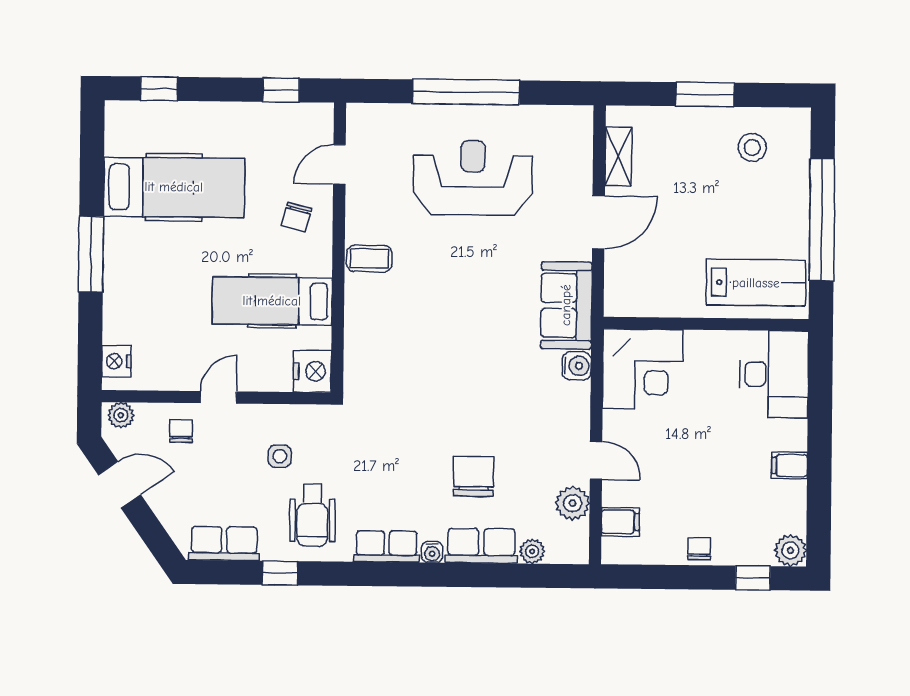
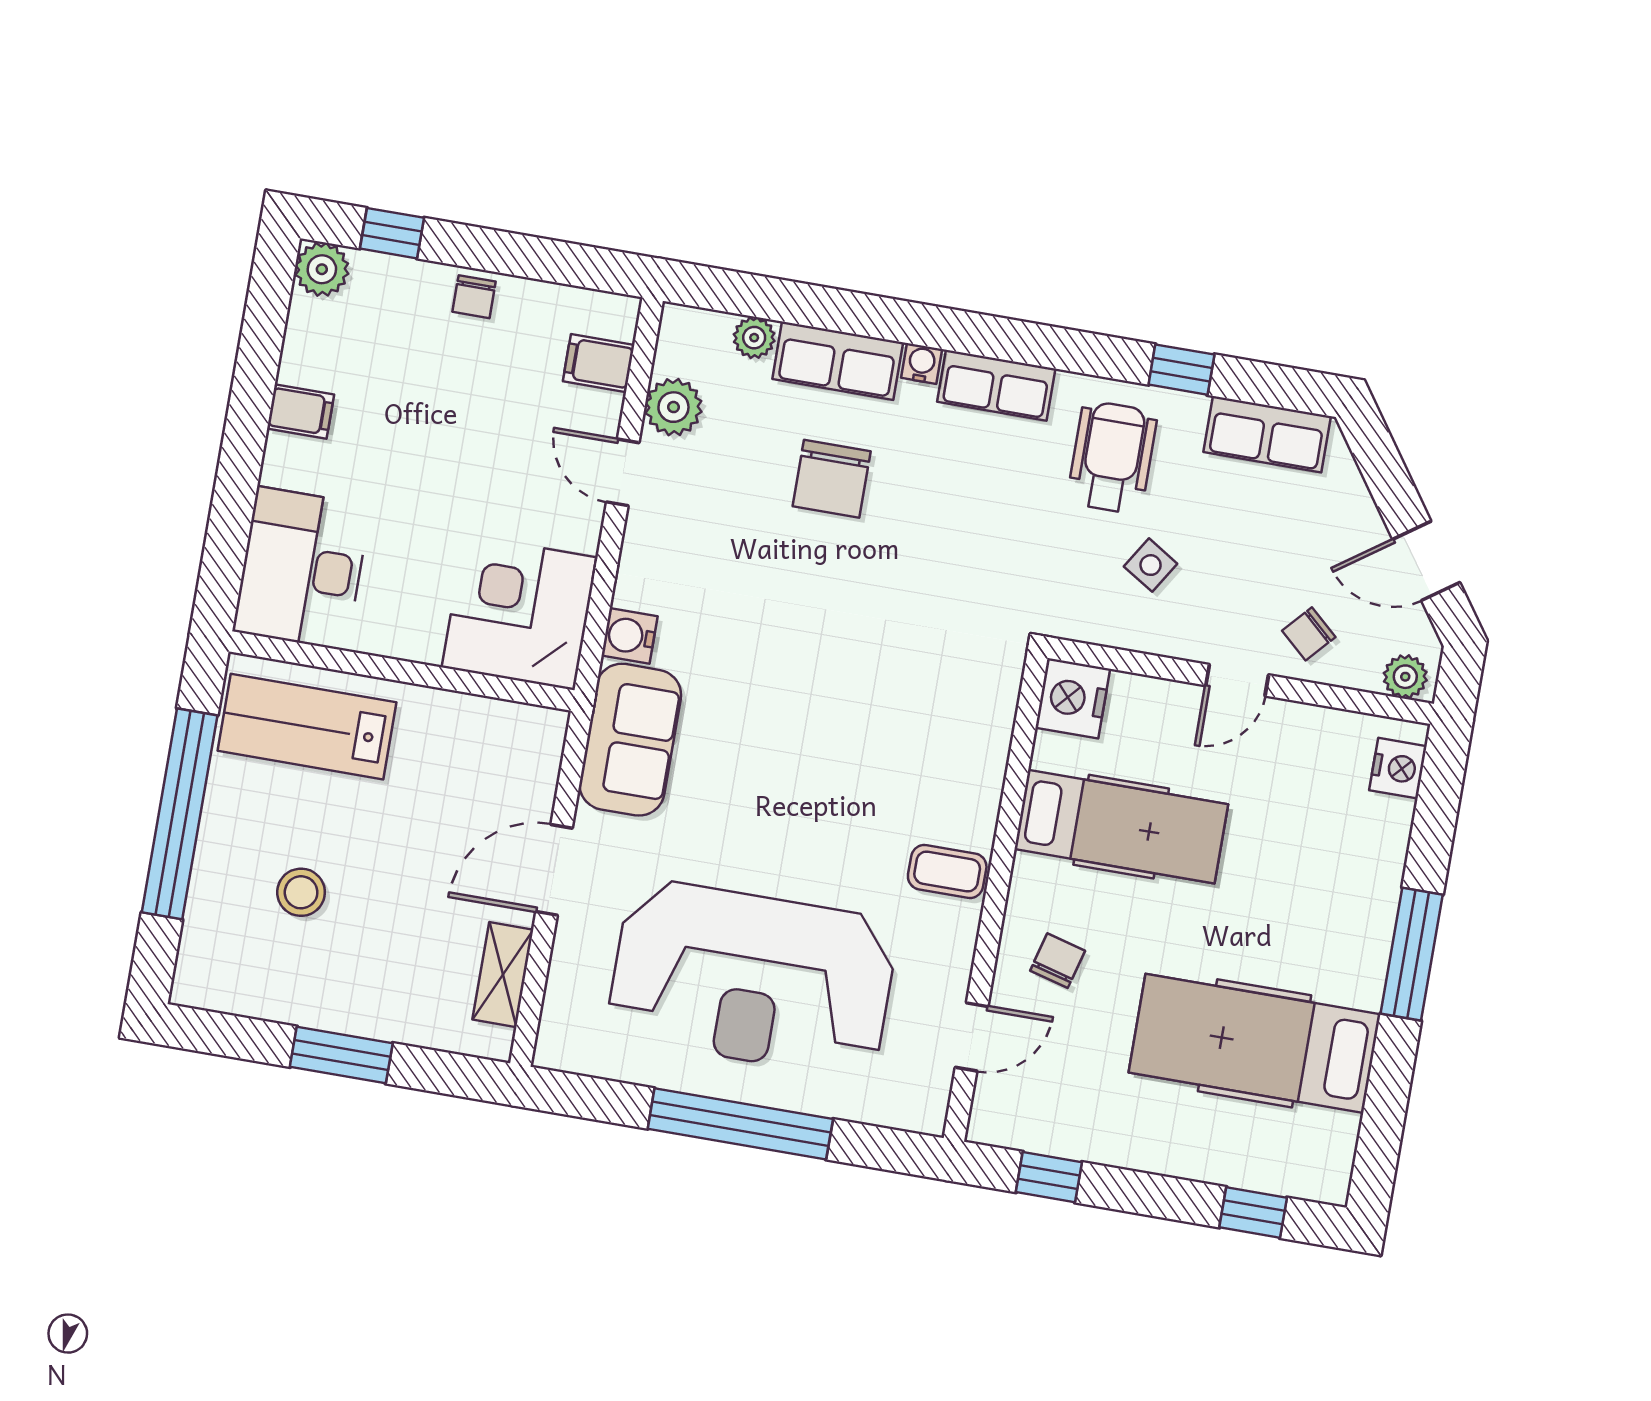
stool: (752, 147) -> (301, 892), moved
reception desk: (473, 178) -> (752, 978), width x1.36, depth x1.30
chair: (181, 431) -> (1309, 634), turned 42
side table: (280, 456) -> (1151, 565), turned 32

